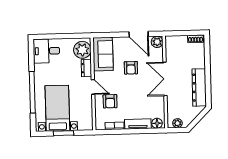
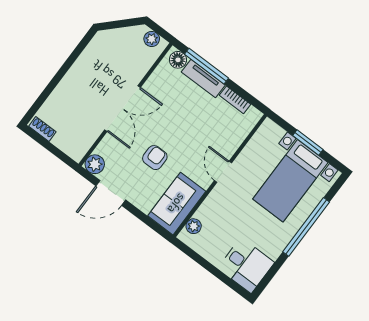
door: (139, 34) -> (111, 193), swing flipped
plant: (82, 50) -> (194, 226), width x0.53, depth x0.53
dresser: (86, 68) -> (212, 203), removed
dresser: (199, 87) -> (87, 63), removed
armchair: (110, 101) -> (216, 136), removed
window: (141, 131) -> (207, 66), added

